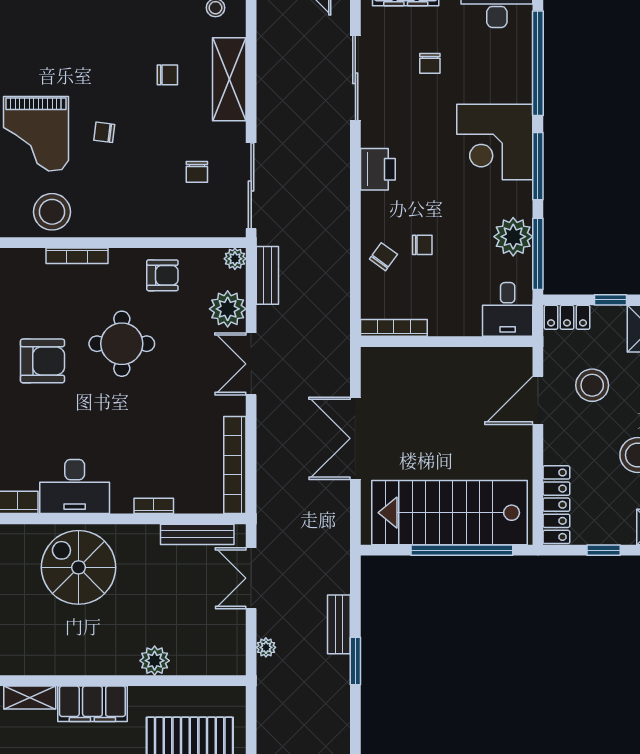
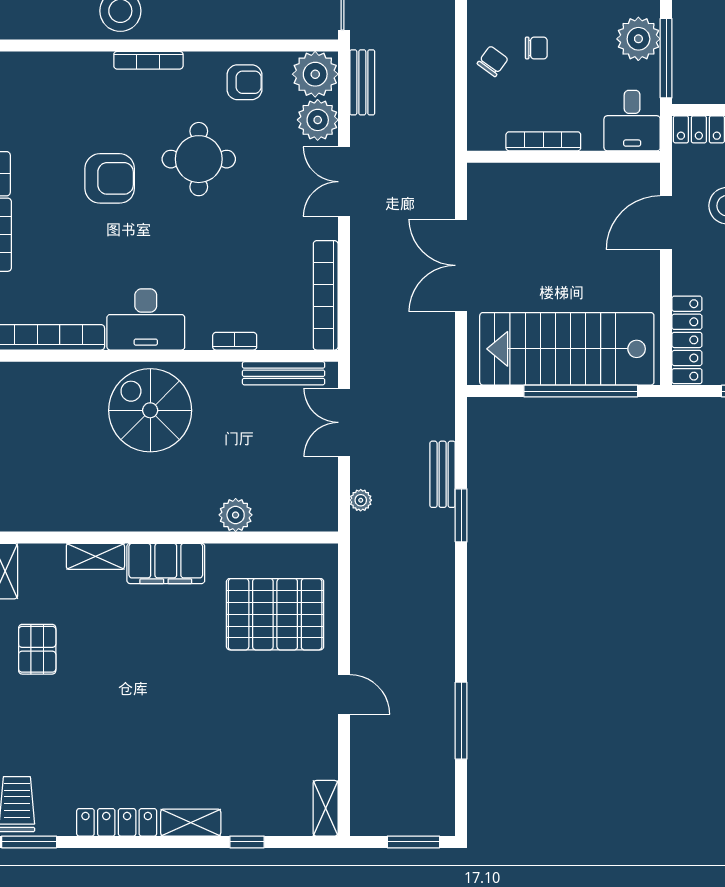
plant: (235, 259) -> (315, 74), width x1.88, depth x1.88
bookcase: (394, 328) -> (543, 141), moved

